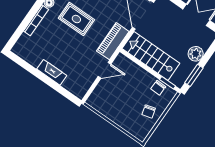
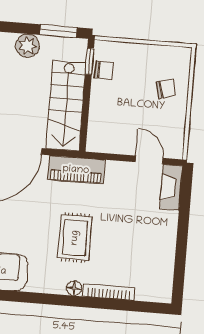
door: (105, 70) -> (149, 160), moved
fireplace: (52, 72) -> (171, 187), moved
chair: (149, 111) -> (166, 89), moved

